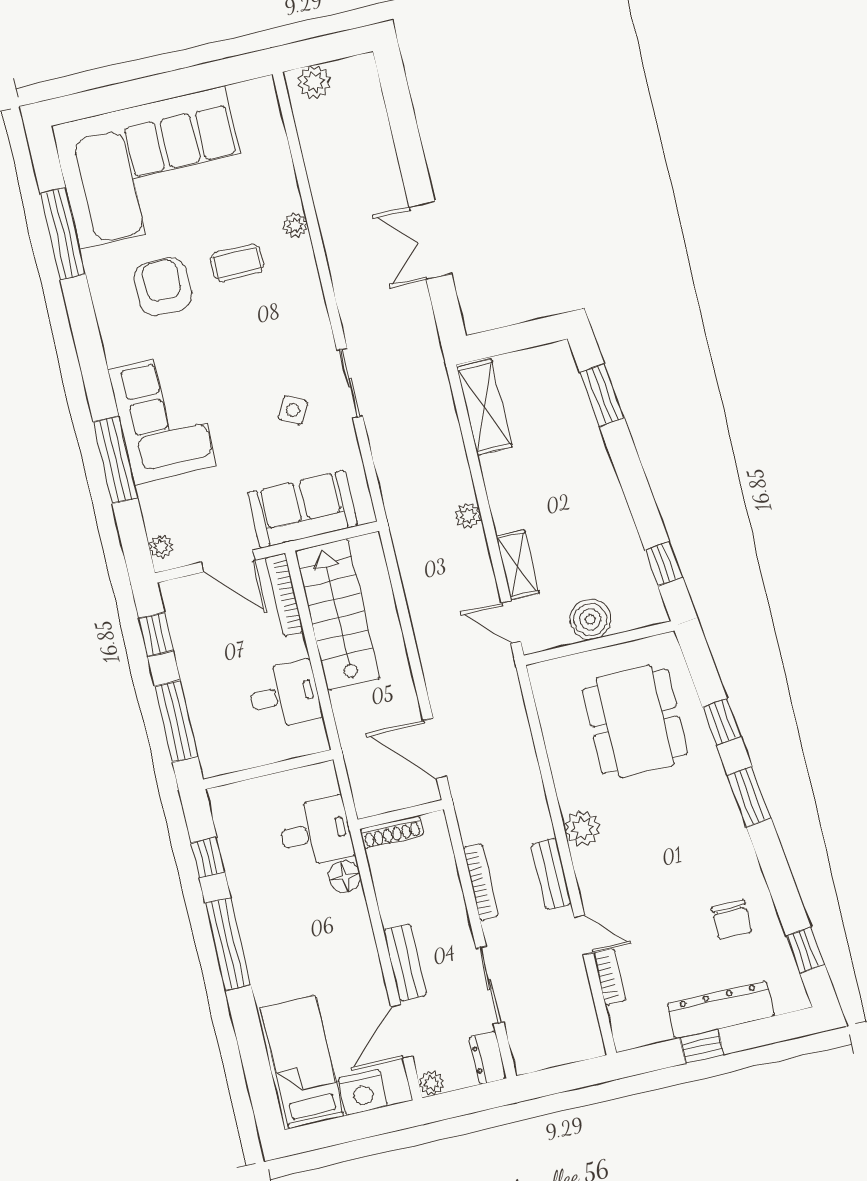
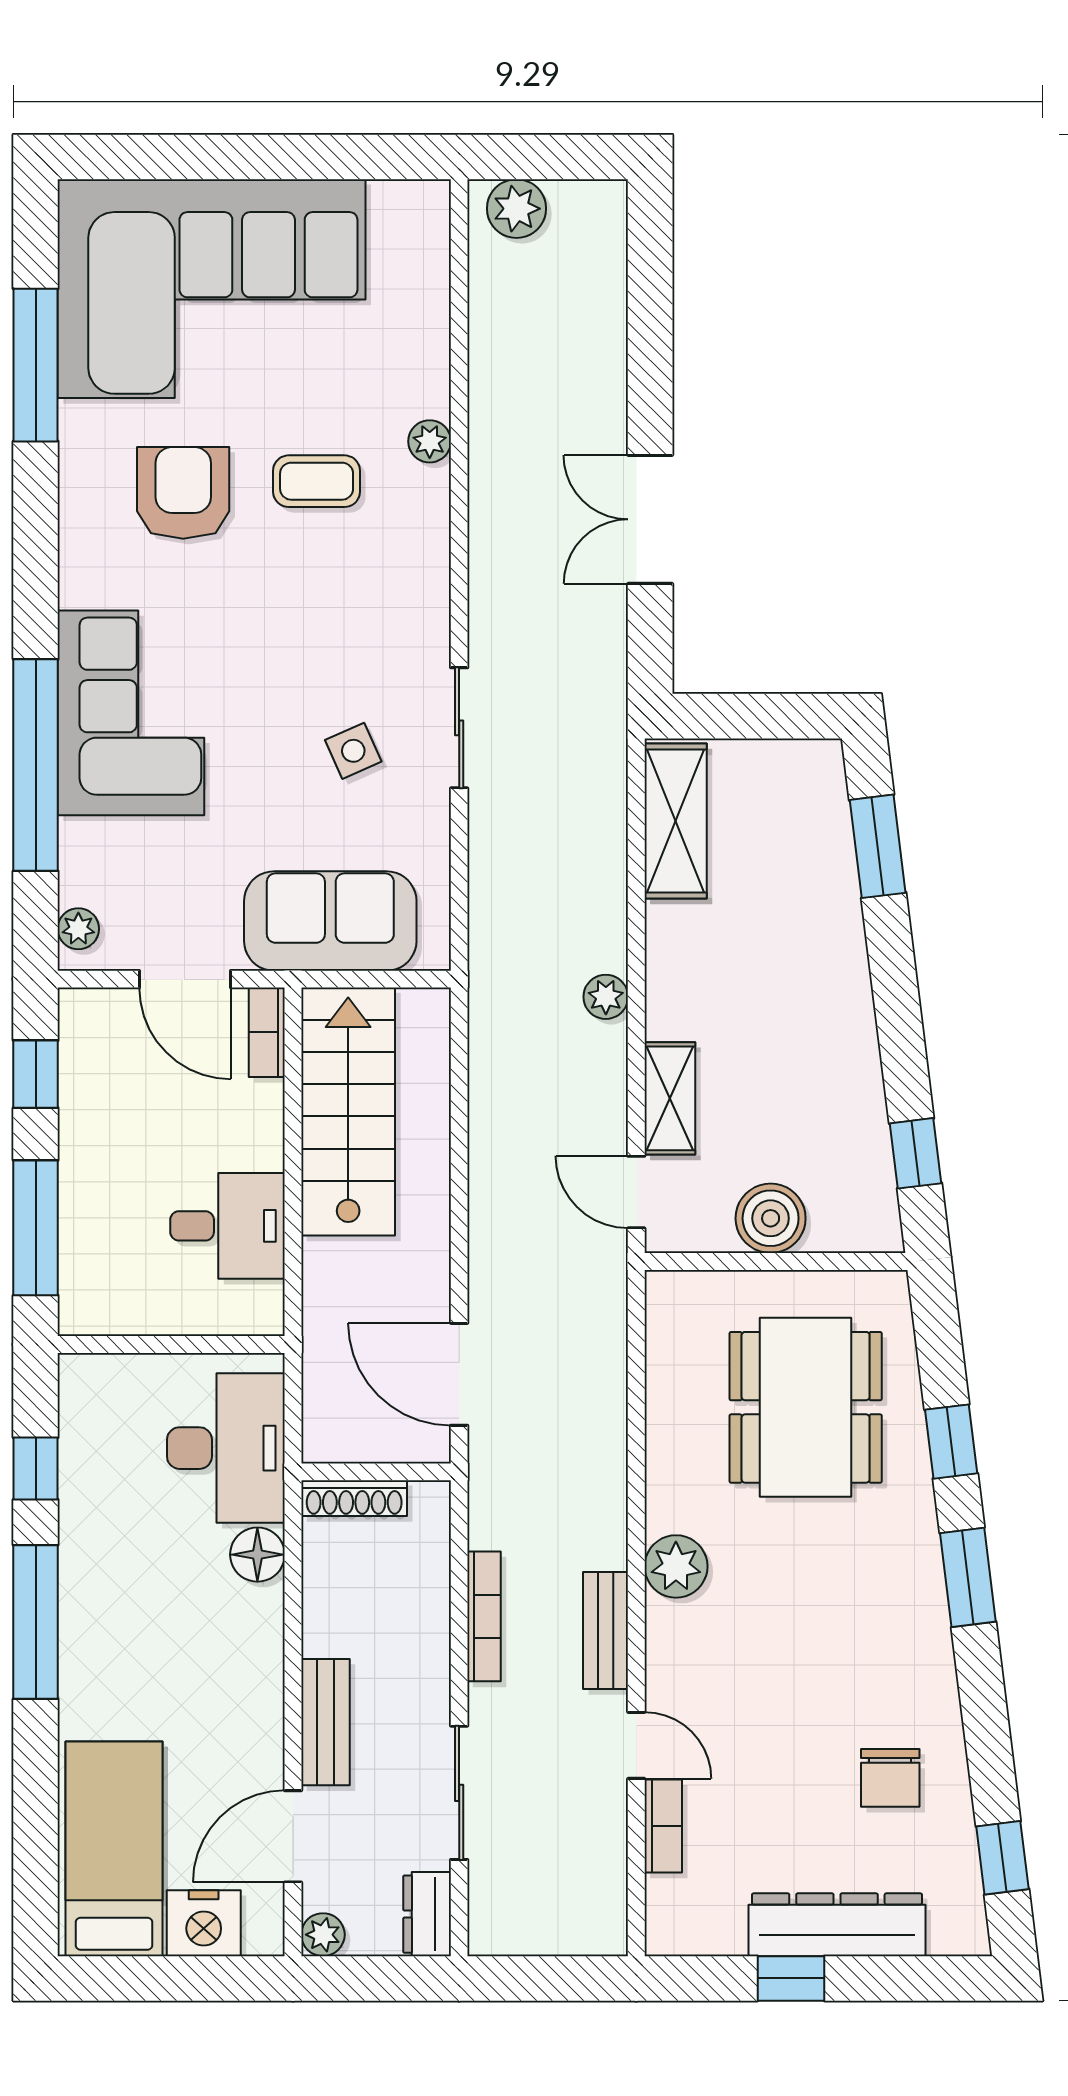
side table: (293, 410) -> (353, 751), turned 37
window: (115, 460) -> (36, 765), width x1.46
bookcase: (284, 595) -> (267, 1032), width x0.64
desk: (315, 832) -> (226, 1448), width x1.37

